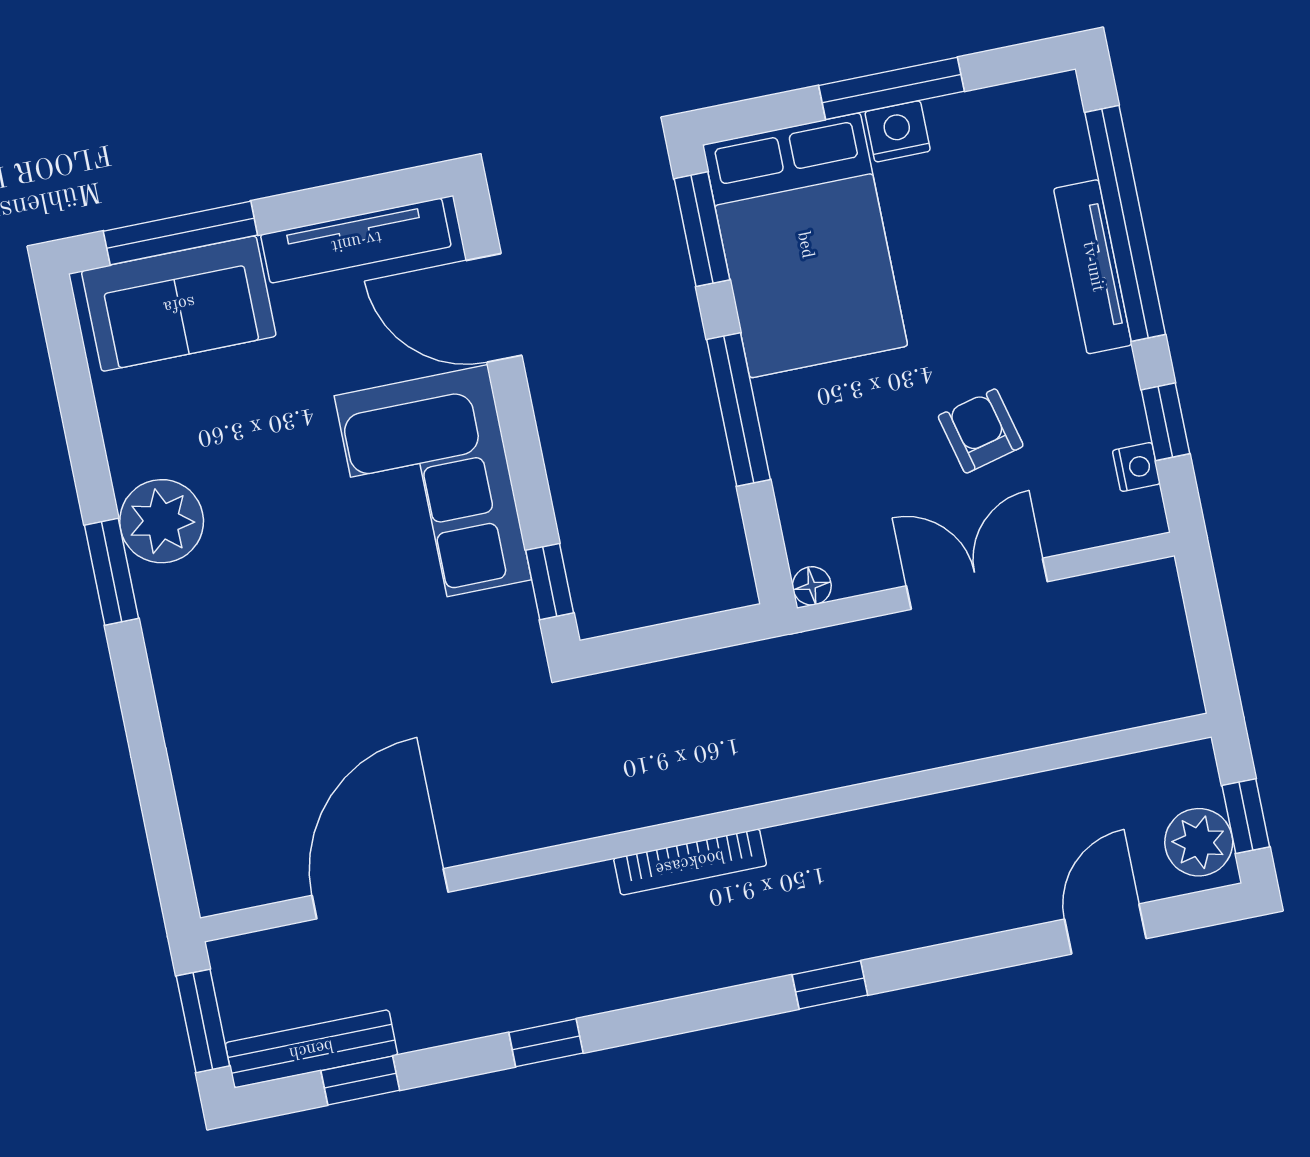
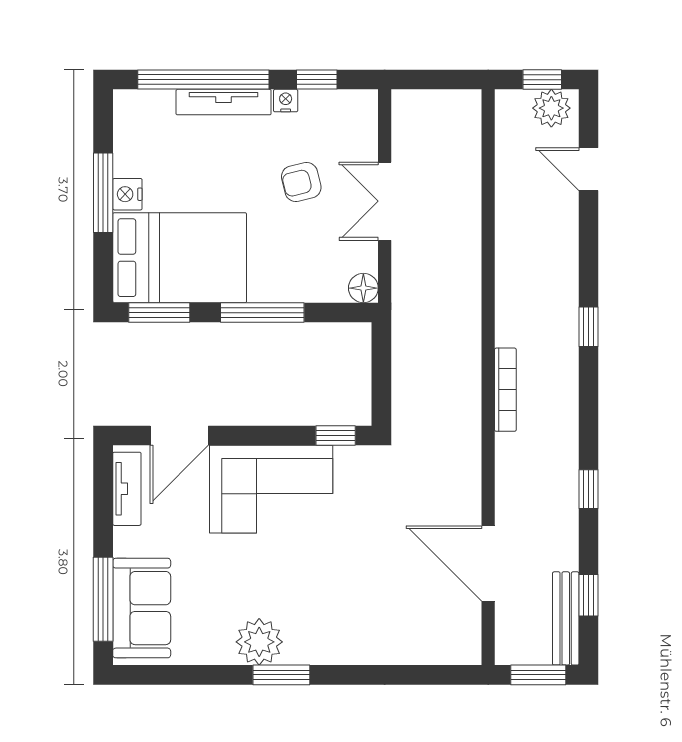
tv unit: (356, 241) -> (127, 489), width x0.71
nightstand: (1136, 467) -> (286, 101), moved
floor lamp: (812, 586) -> (363, 288), width x1.37, depth x1.37

